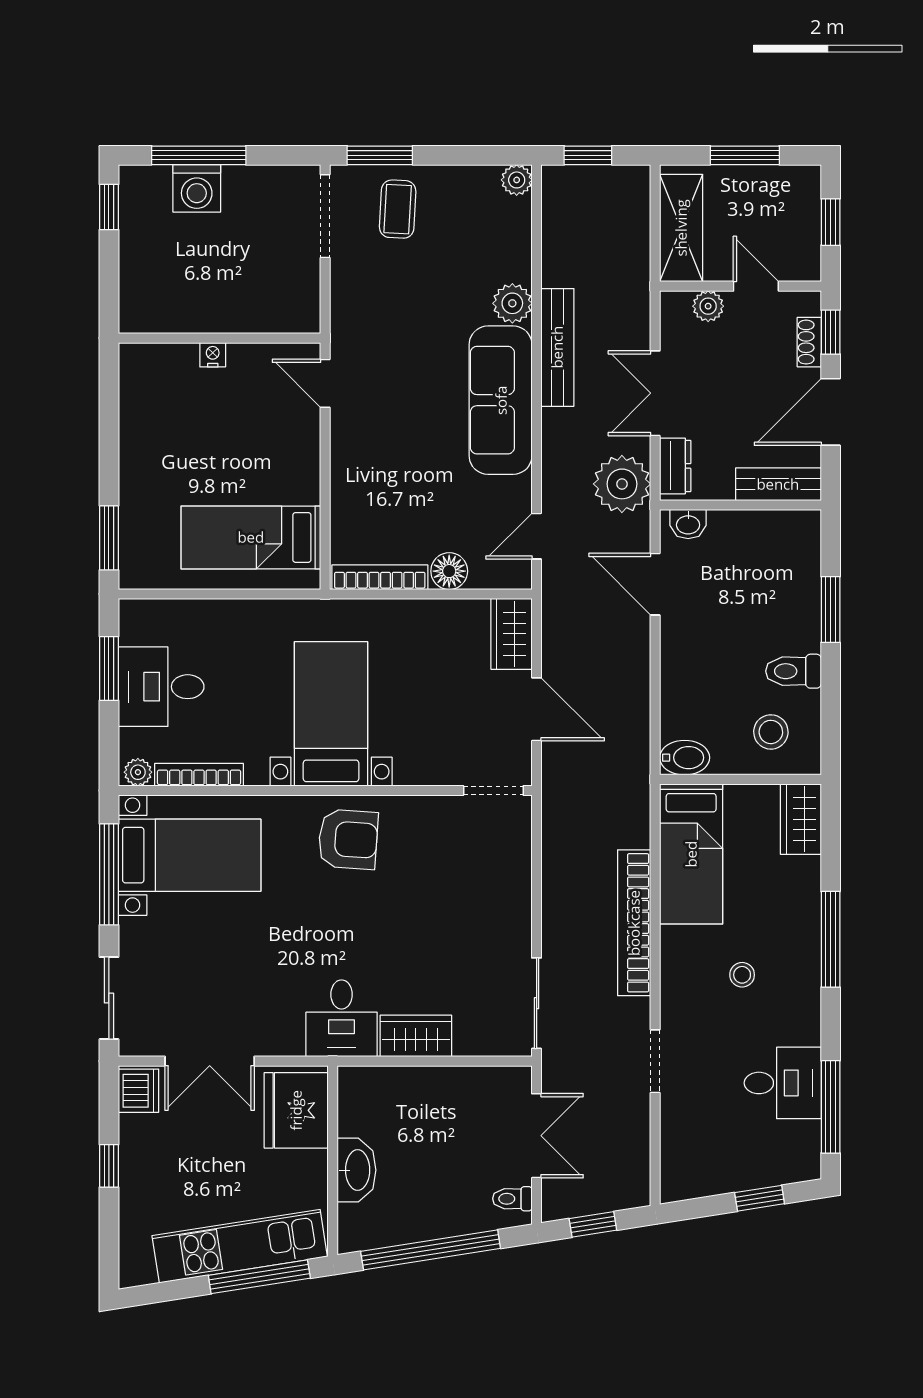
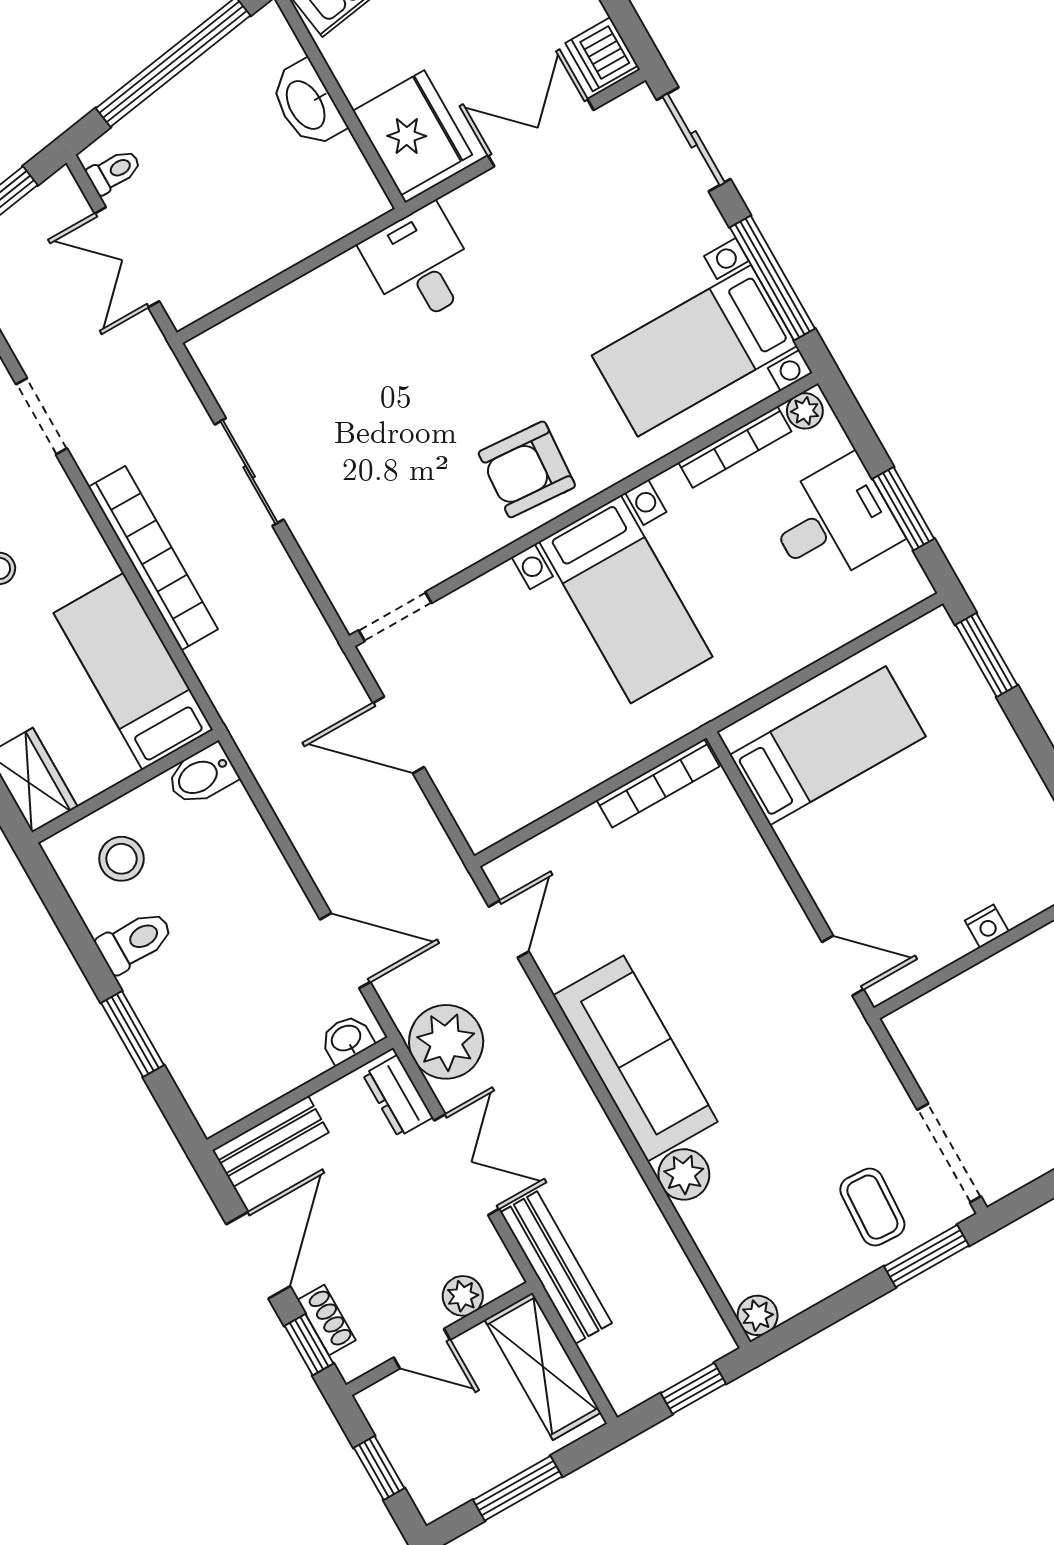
bench: (557, 347) -> (556, 1268), moved
floor lamp: (449, 571) -> (584, 834), removed
wardrobe: (511, 634) -> (474, 804), removed
sliding door: (537, 1003) -> (249, 472), moved
wardrobe: (416, 1036) -> (326, 292), removed

